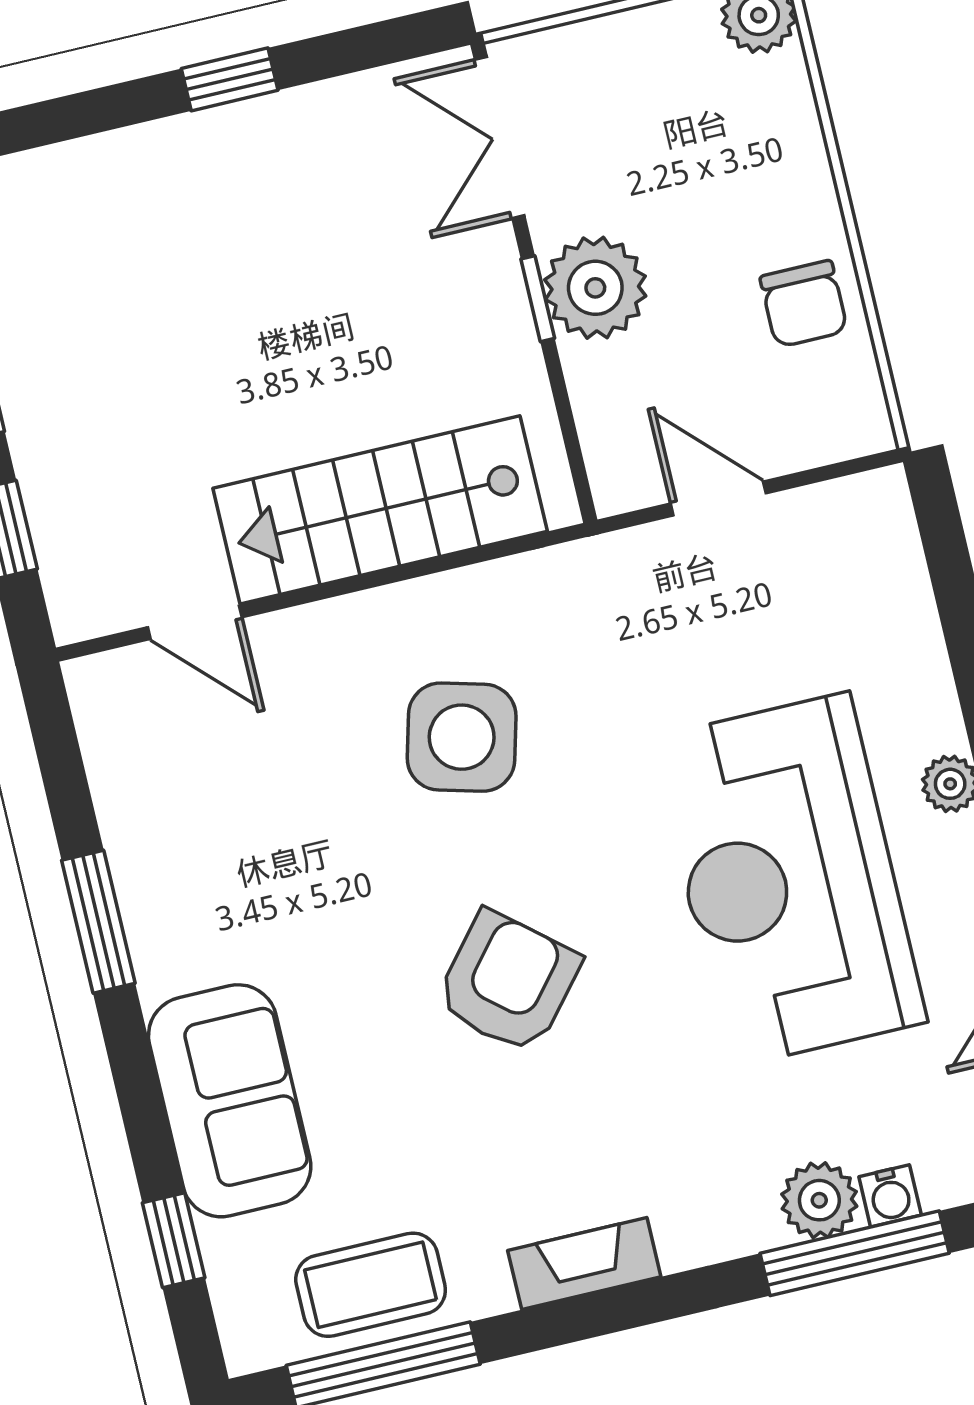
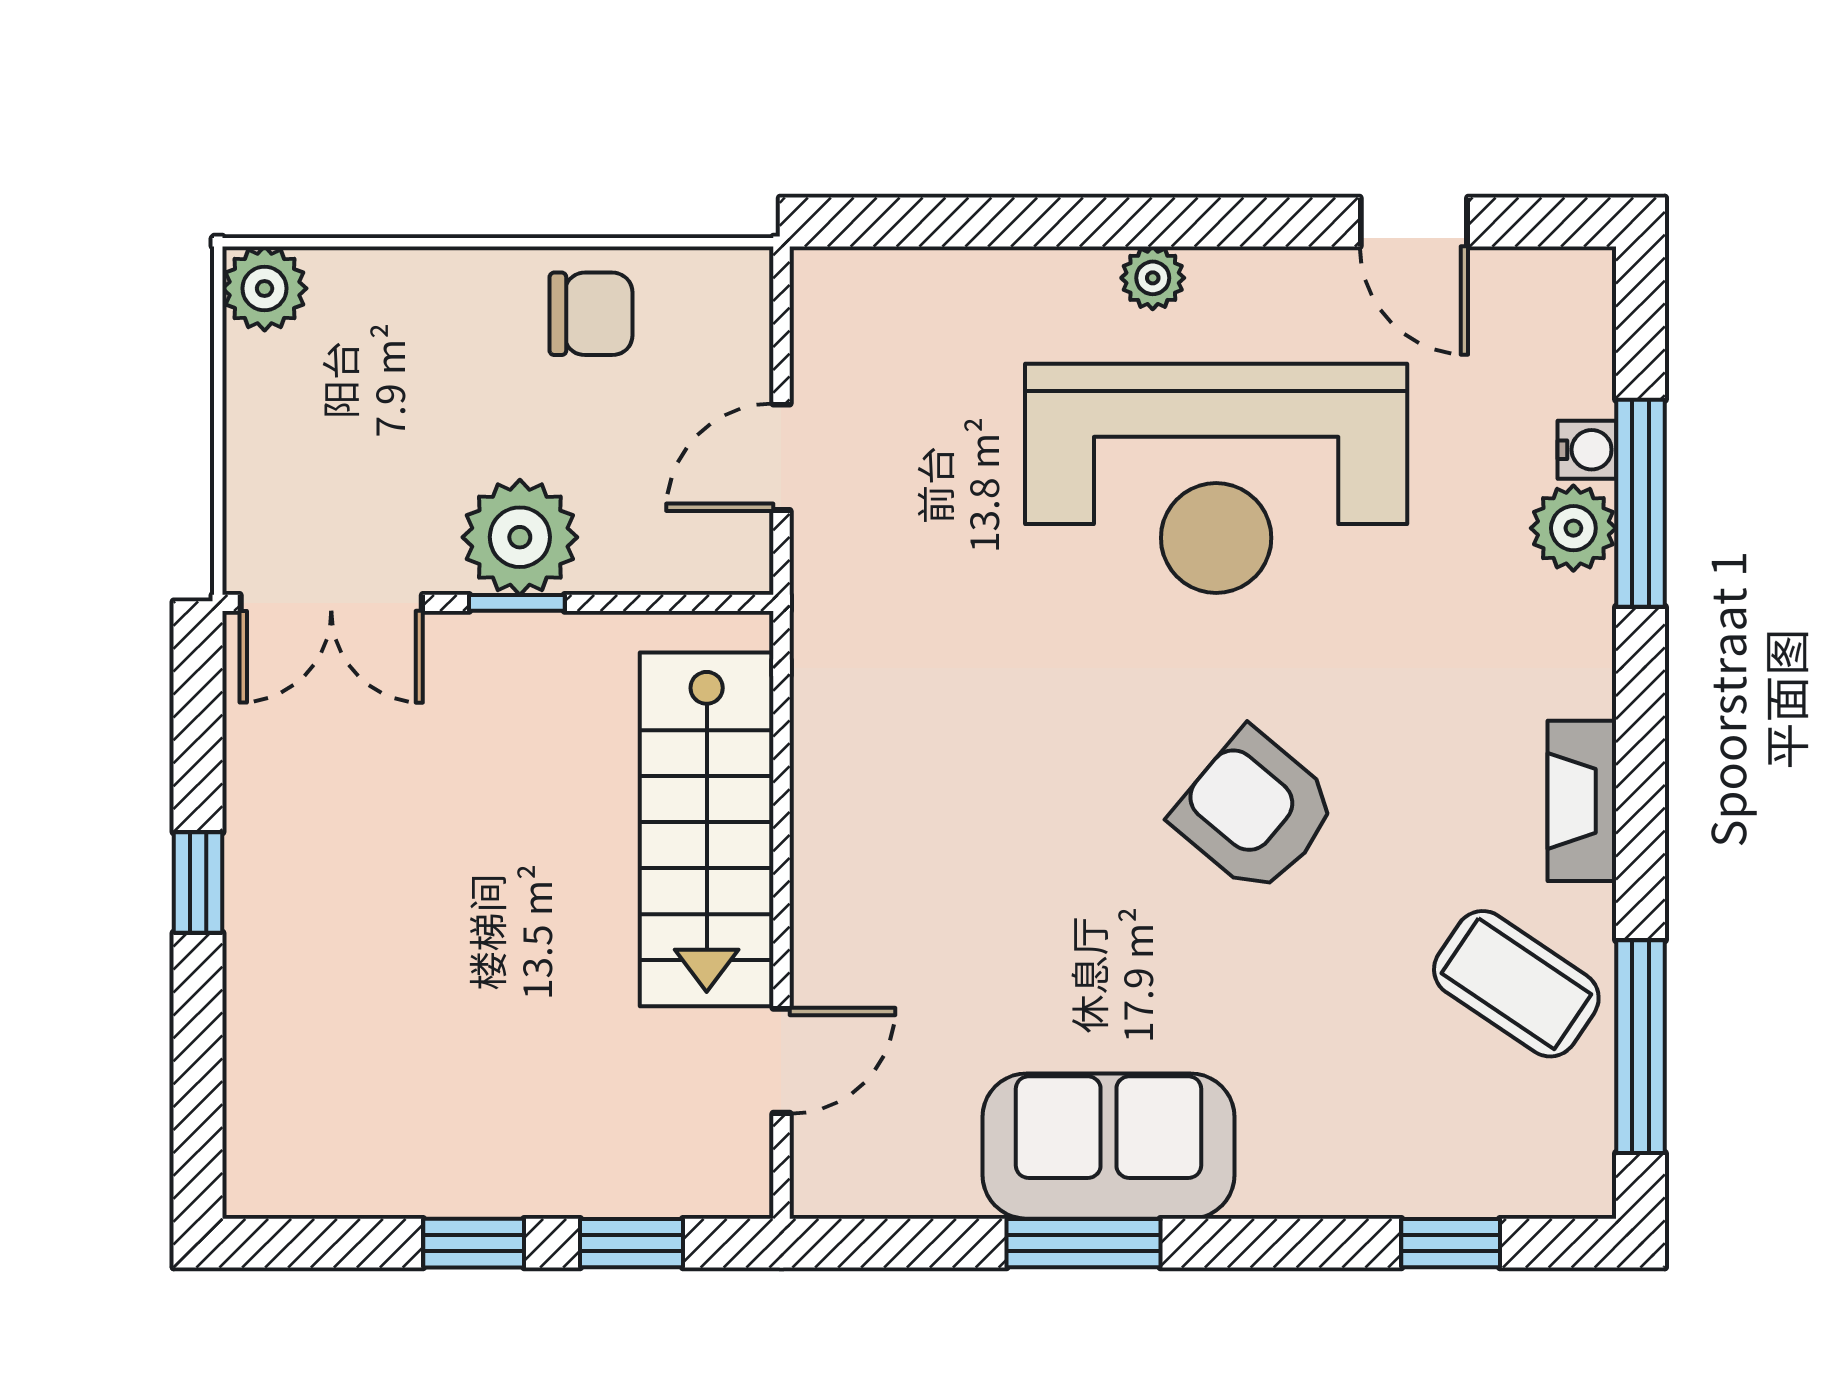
side table: (462, 737) -> (976, 799), removed
sofa: (230, 1101) -> (1109, 1146), moved
coffee table: (371, 1285) -> (1516, 984), moved, turned -56

